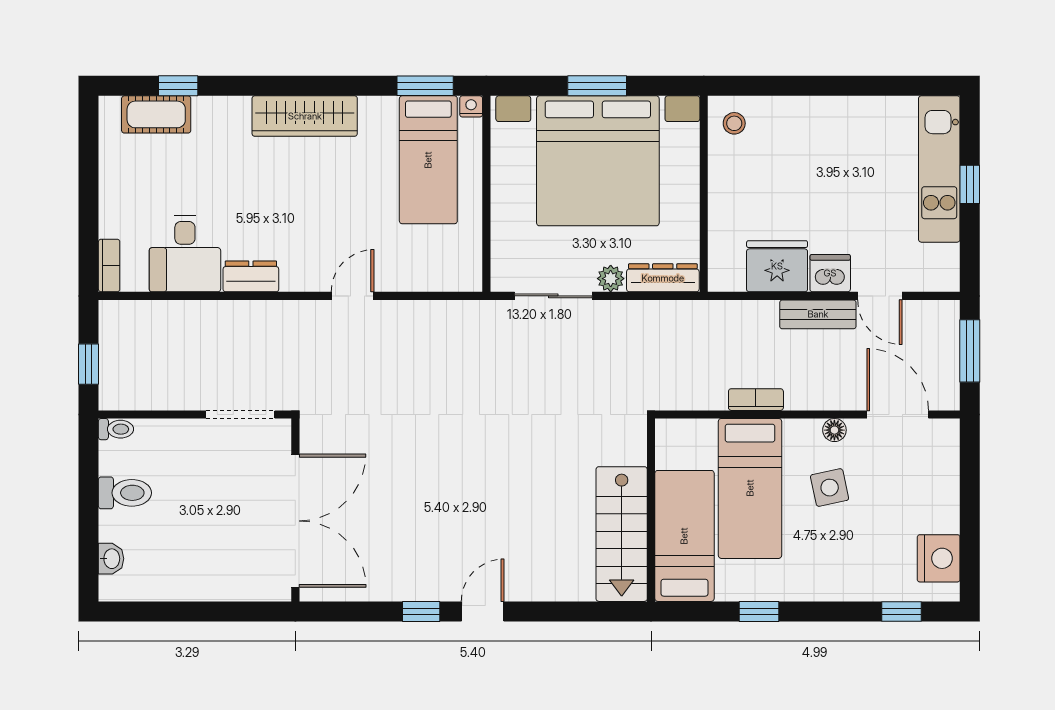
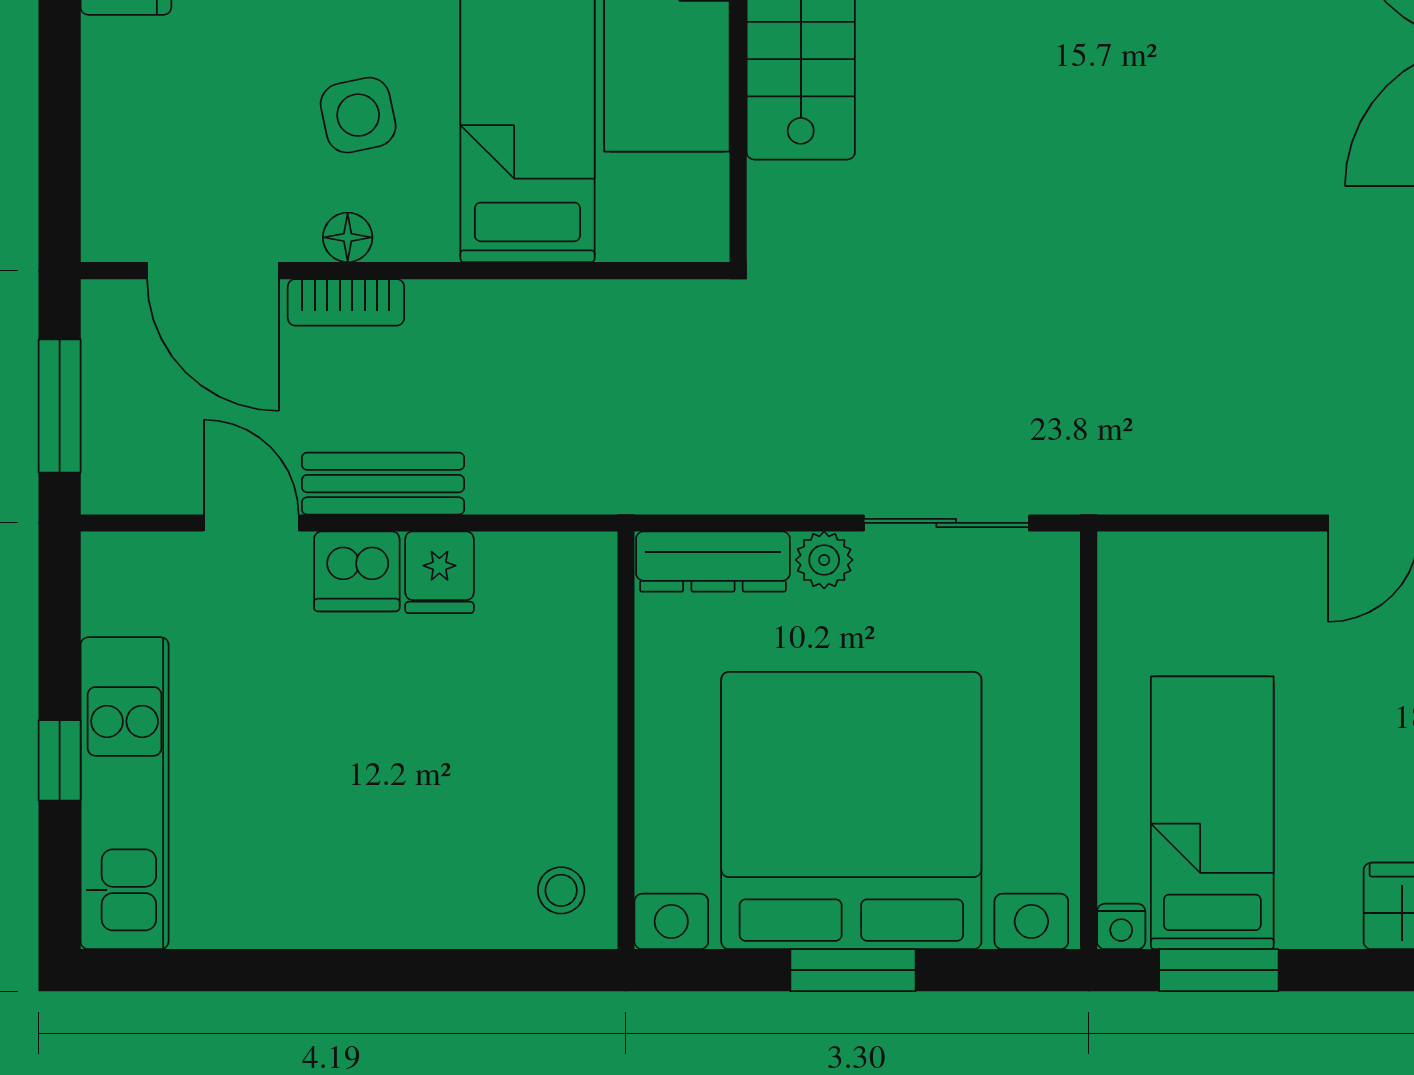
fridge: (777, 266) -> (439, 572), width x0.53, depth x0.75
bookcase: (756, 400) -> (346, 302), moved

